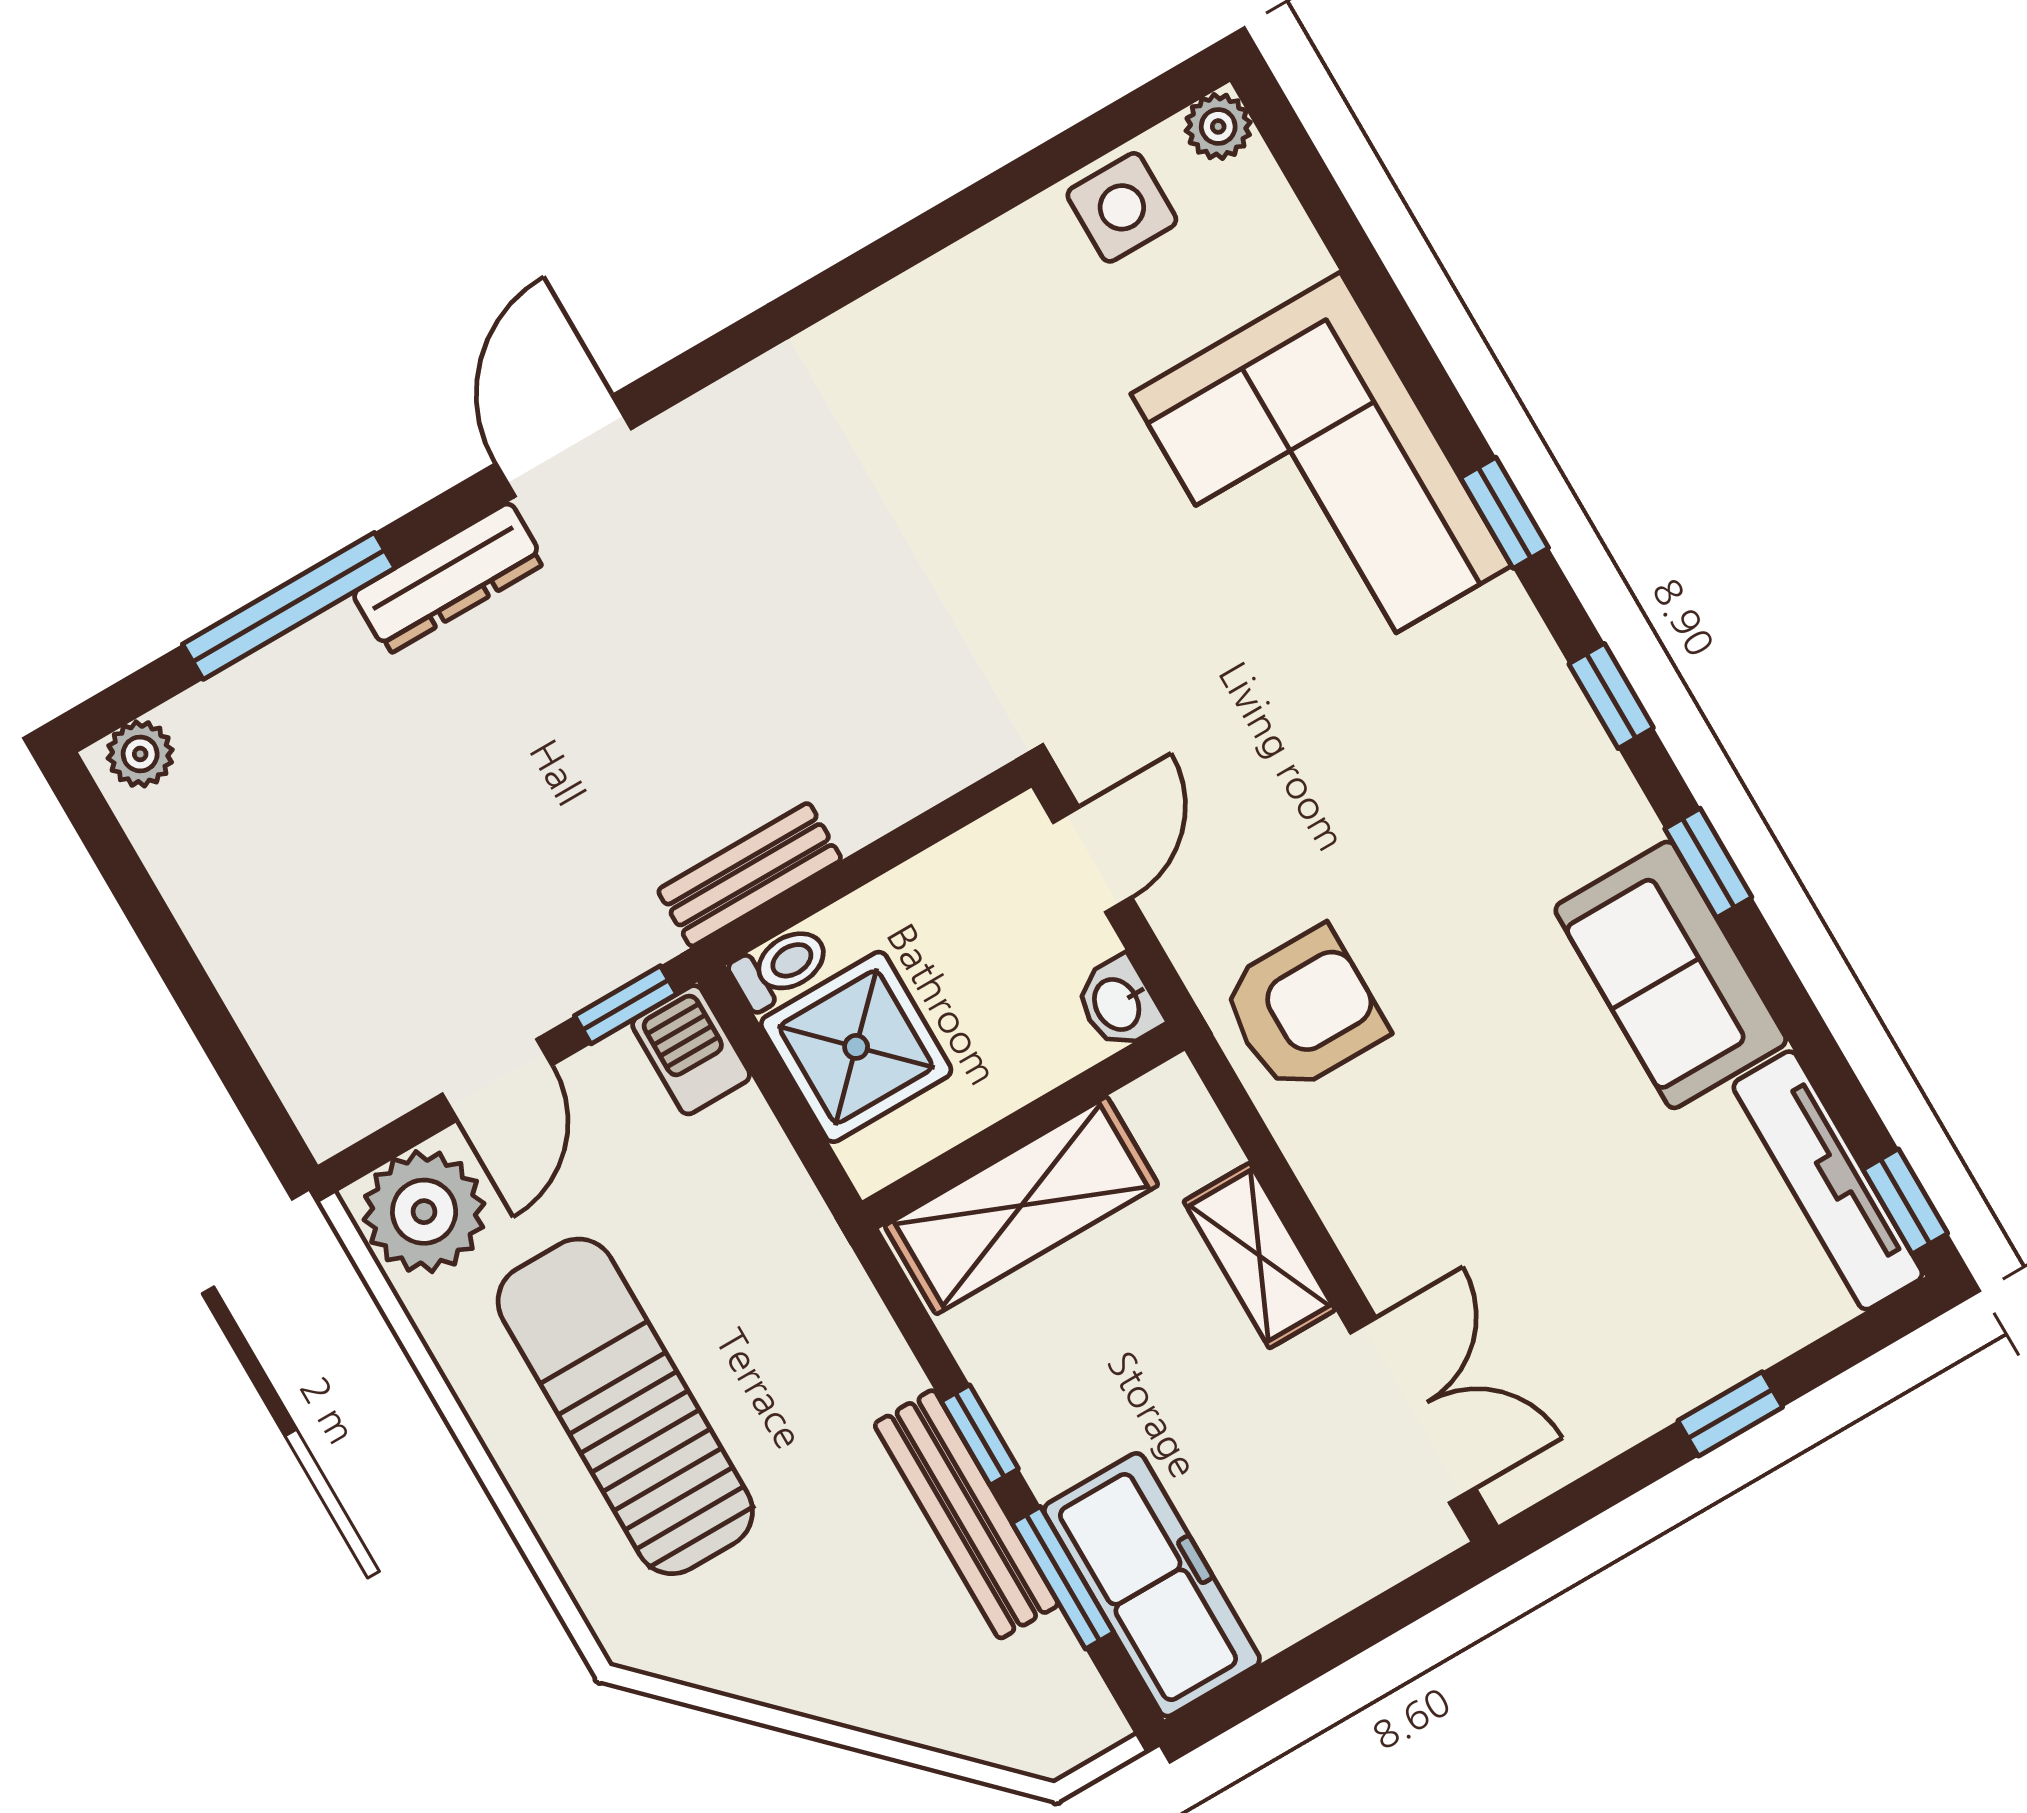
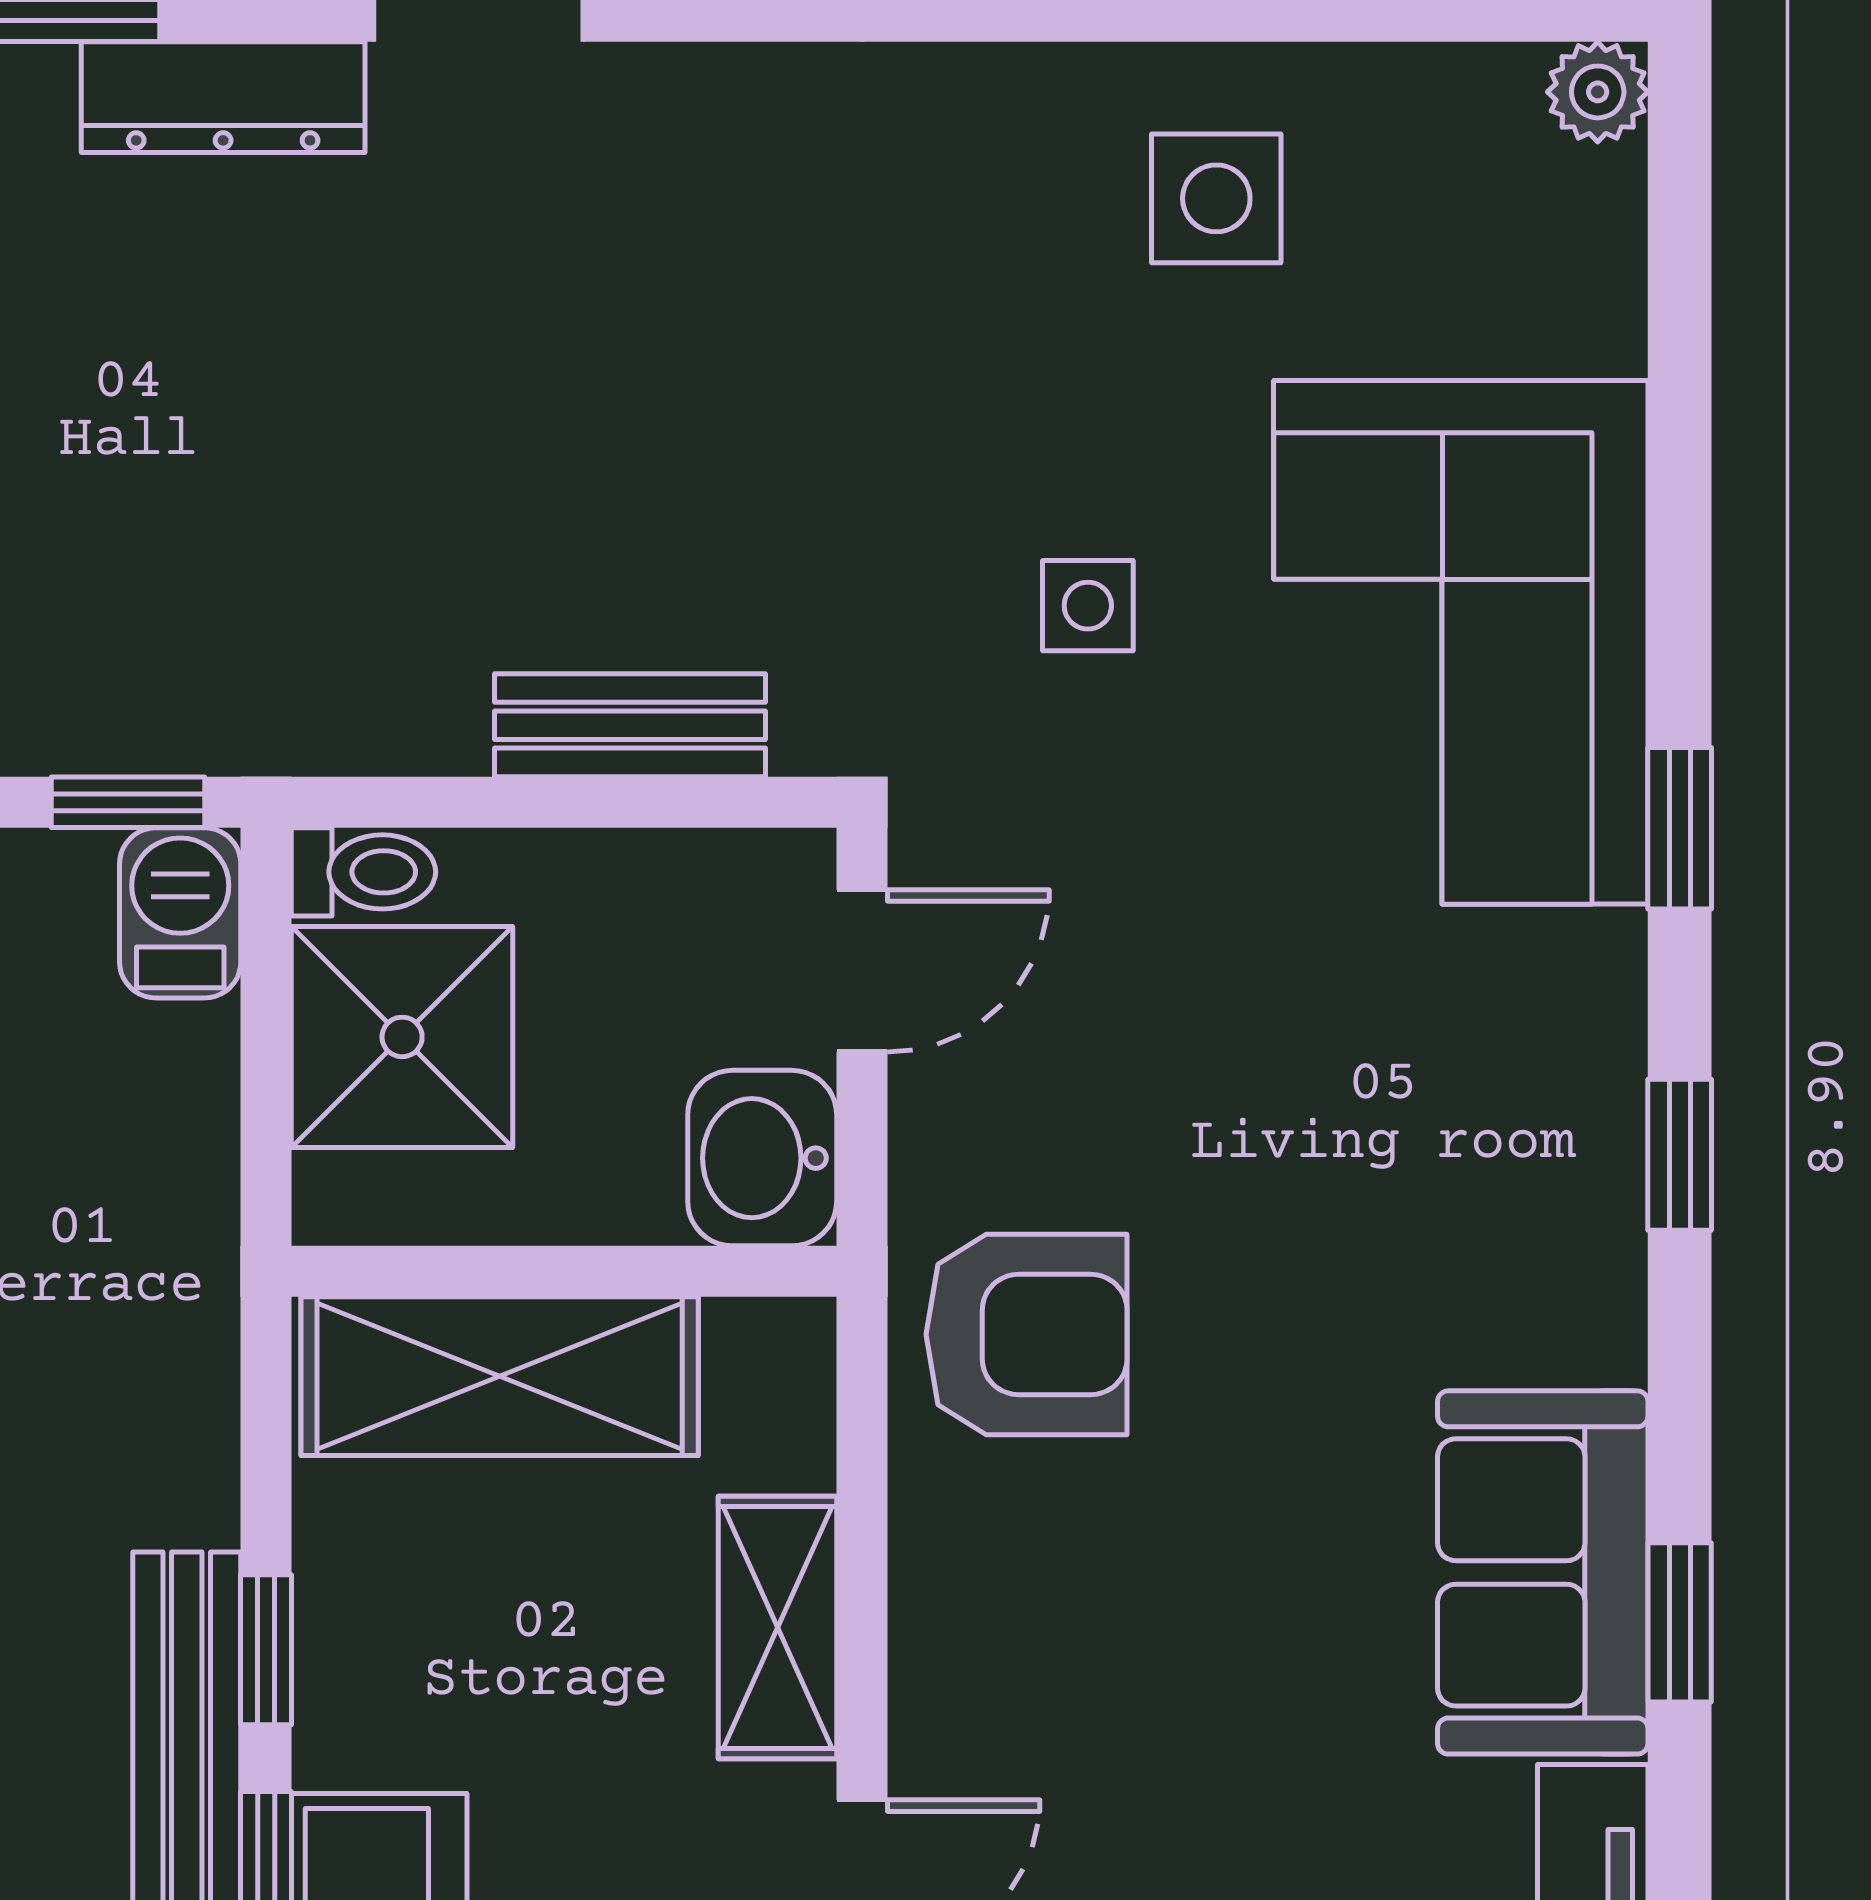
side table: (1122, 207) -> (1216, 198), moved
side table: (1100, 581) -> (1088, 606), added
window: (1708, 863) -> (1680, 1622), moved
bench: (750, 875) -> (630, 725), moved
washbasin: (1118, 1003) -> (762, 1158), width x1.38, depth x1.45

